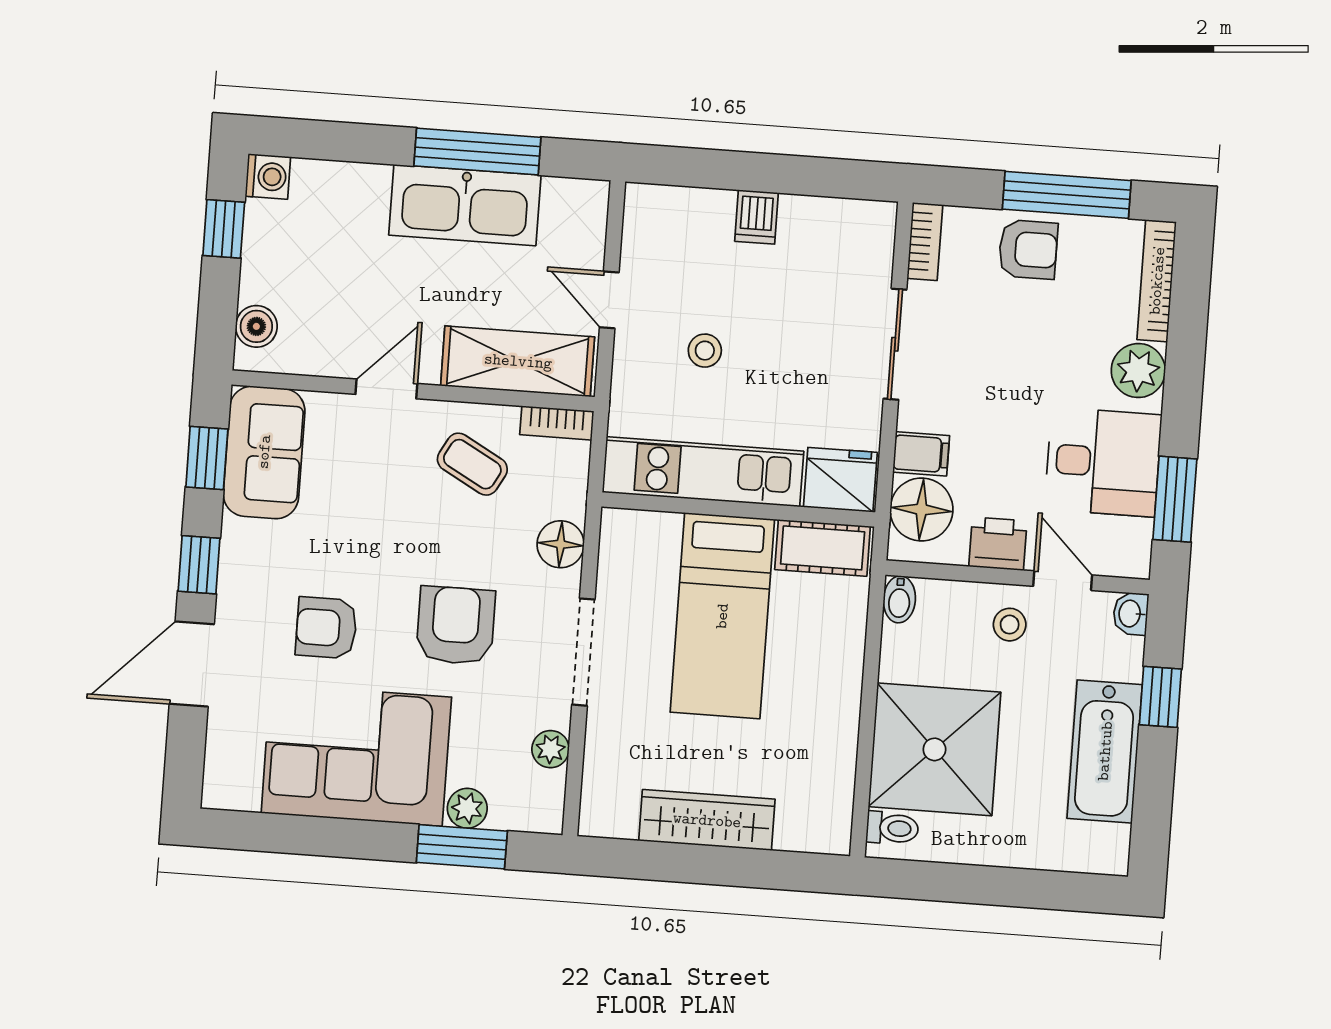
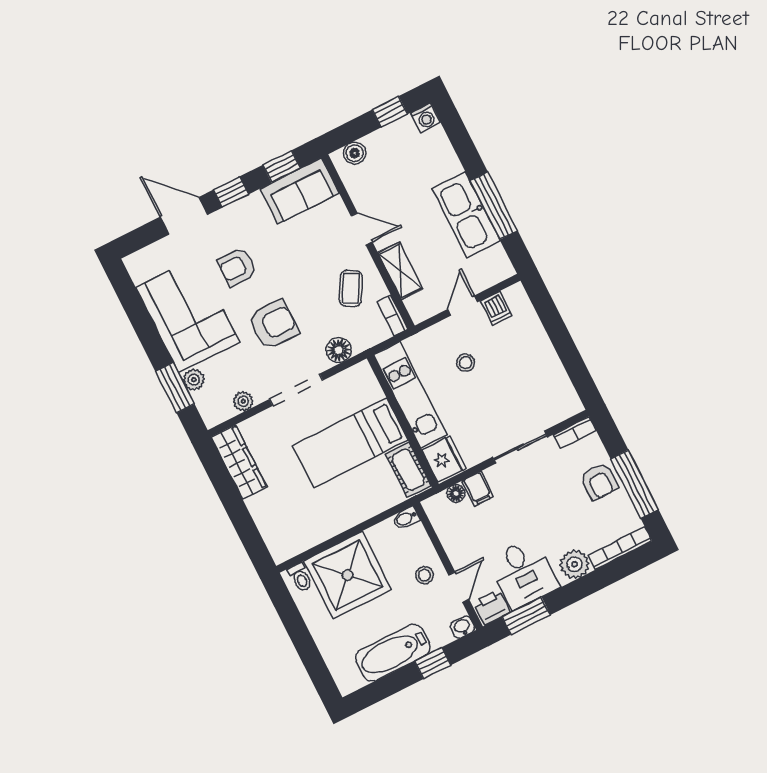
dishwasher: (757, 217) -> (496, 308), moved, turned -90
shelving: (518, 361) -> (400, 271), width x0.67, depth x0.75
floor lamp: (921, 510) -> (456, 493), width x0.53, depth x0.53
printer: (998, 544) -> (492, 607), moved, turned -90
armchair: (326, 628) -> (237, 267), turned -90
wardrobe: (707, 820) -> (239, 462), moved

